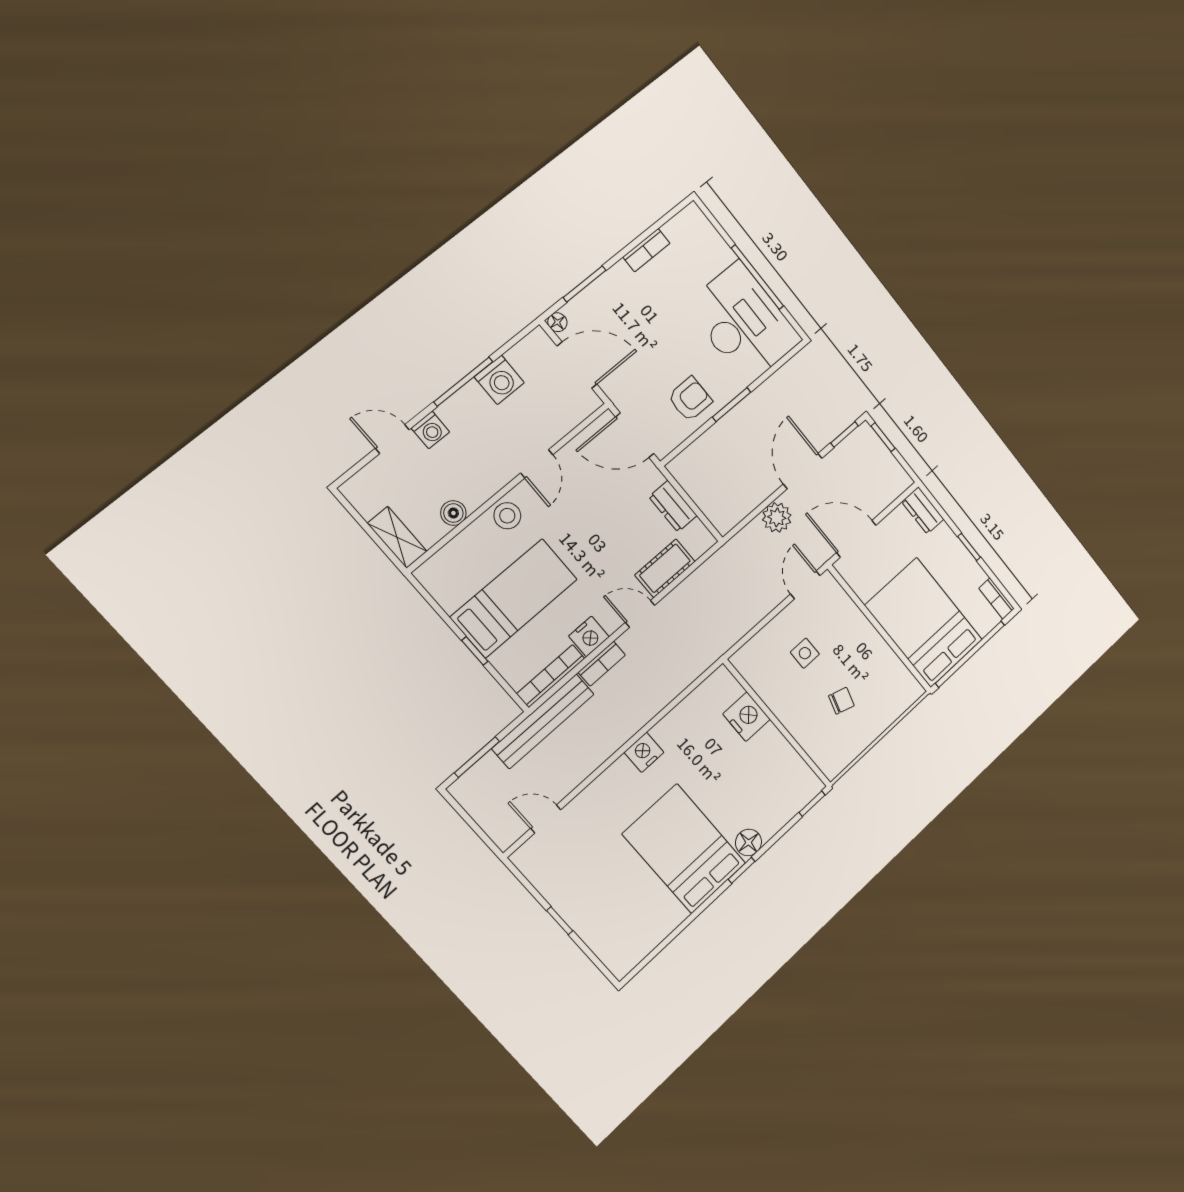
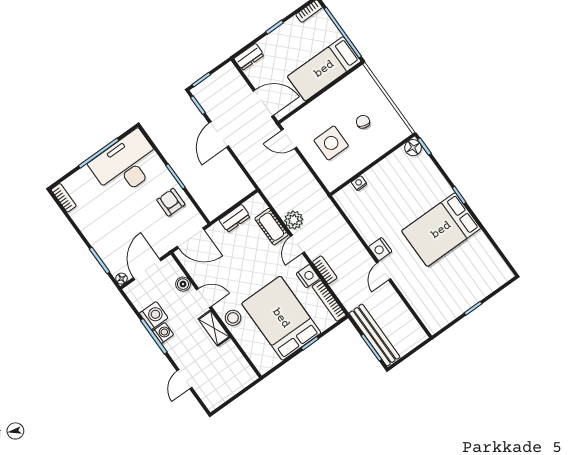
bookcase: (646, 250) -> (64, 198), moved
washing machine: (430, 430) -> (163, 333), moved
door: (635, 435) -> (191, 238), hinge flipped
door: (803, 471) -> (219, 135), hinge flipped
boiler: (453, 513) -> (183, 284), moved
plant: (777, 517) -> (294, 220), moved
shelving: (397, 537) -> (214, 328), moved, turned 90
door: (856, 539) -> (263, 103), swing flipped
bed: (514, 598) -> (281, 318), width x1.50
bed: (924, 623) -> (324, 69), width x0.67
side table: (805, 653) -> (331, 143), width x1.87, depth x1.87
nightstand: (747, 717) -> (359, 183), width x0.53, depth x0.56
bench: (543, 721) -> (375, 335), moved
door: (546, 819) -> (384, 271), moved
floor lamp: (748, 842) -> (413, 148), moved

